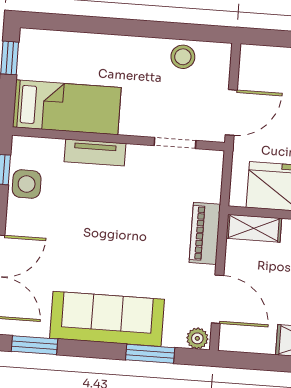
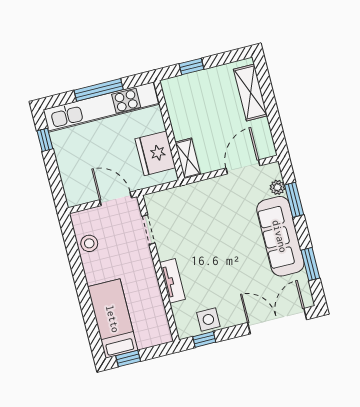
bed: (67, 107) -> (113, 319), moved
piano: (205, 233) -> (202, 190), removed
plant: (197, 338) -> (277, 187), moved
window: (35, 345) -> (310, 264), moved

